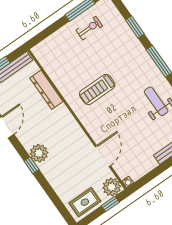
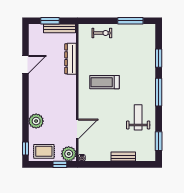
exercise bike: (89, 28) -> (102, 33), moved
plant: (39, 153) -> (36, 121), moved
window: (31, 165) -> (25, 148), moved

